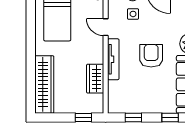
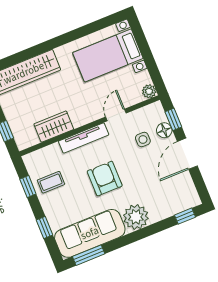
armchair: (151, 56) -> (105, 179), turned -90
coffee table: (137, 98) -> (51, 182), added

